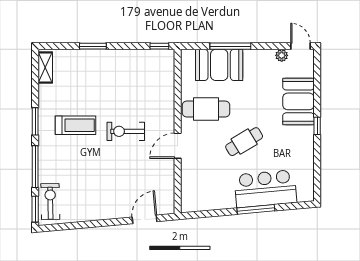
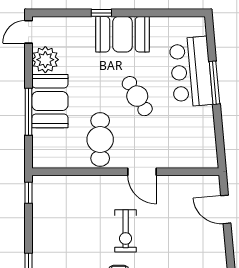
plant: (282, 55) -> (45, 60), width x1.87, depth x1.87
booth: (219, 65) -> (50, 101), moved
booth: (298, 101) -> (122, 34), moved
window: (317, 126) -> (101, 13), moved

